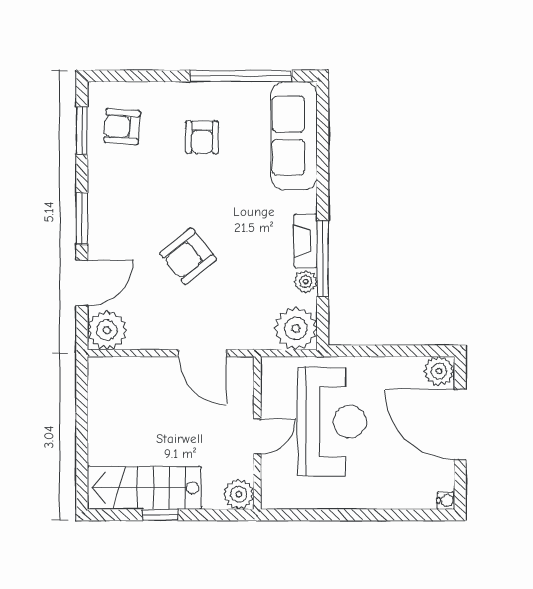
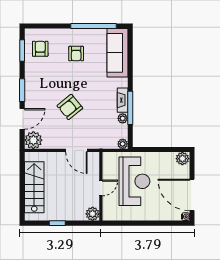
armchair: (122, 127) -> (40, 49), turned 86
plant: (296, 328) -> (123, 144), width x0.53, depth x0.53
door: (460, 424) -> (192, 195), moved
stairs: (144, 488) -> (34, 187), moved, turned 90

